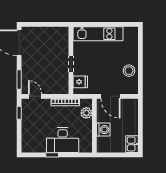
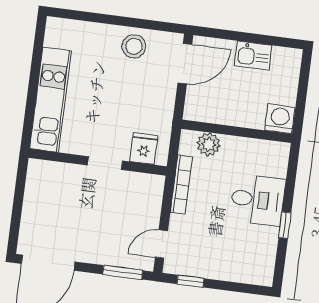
door: (110, 96) -> (185, 64), moved
washing machine: (103, 130) -> (280, 119), moved
desk: (63, 140) -> (258, 200), width x0.73
kitchen sink: (132, 144) -> (253, 56), moved

